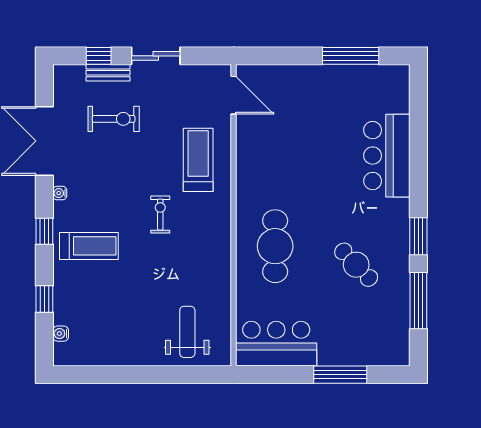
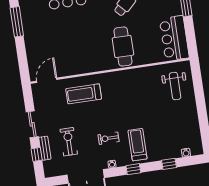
exercise bike: (160, 215) -> (109, 138), moved
cafe table: (275, 246) -> (123, 46), turned 90
weight bench: (187, 332) -> (175, 86), turned -90

